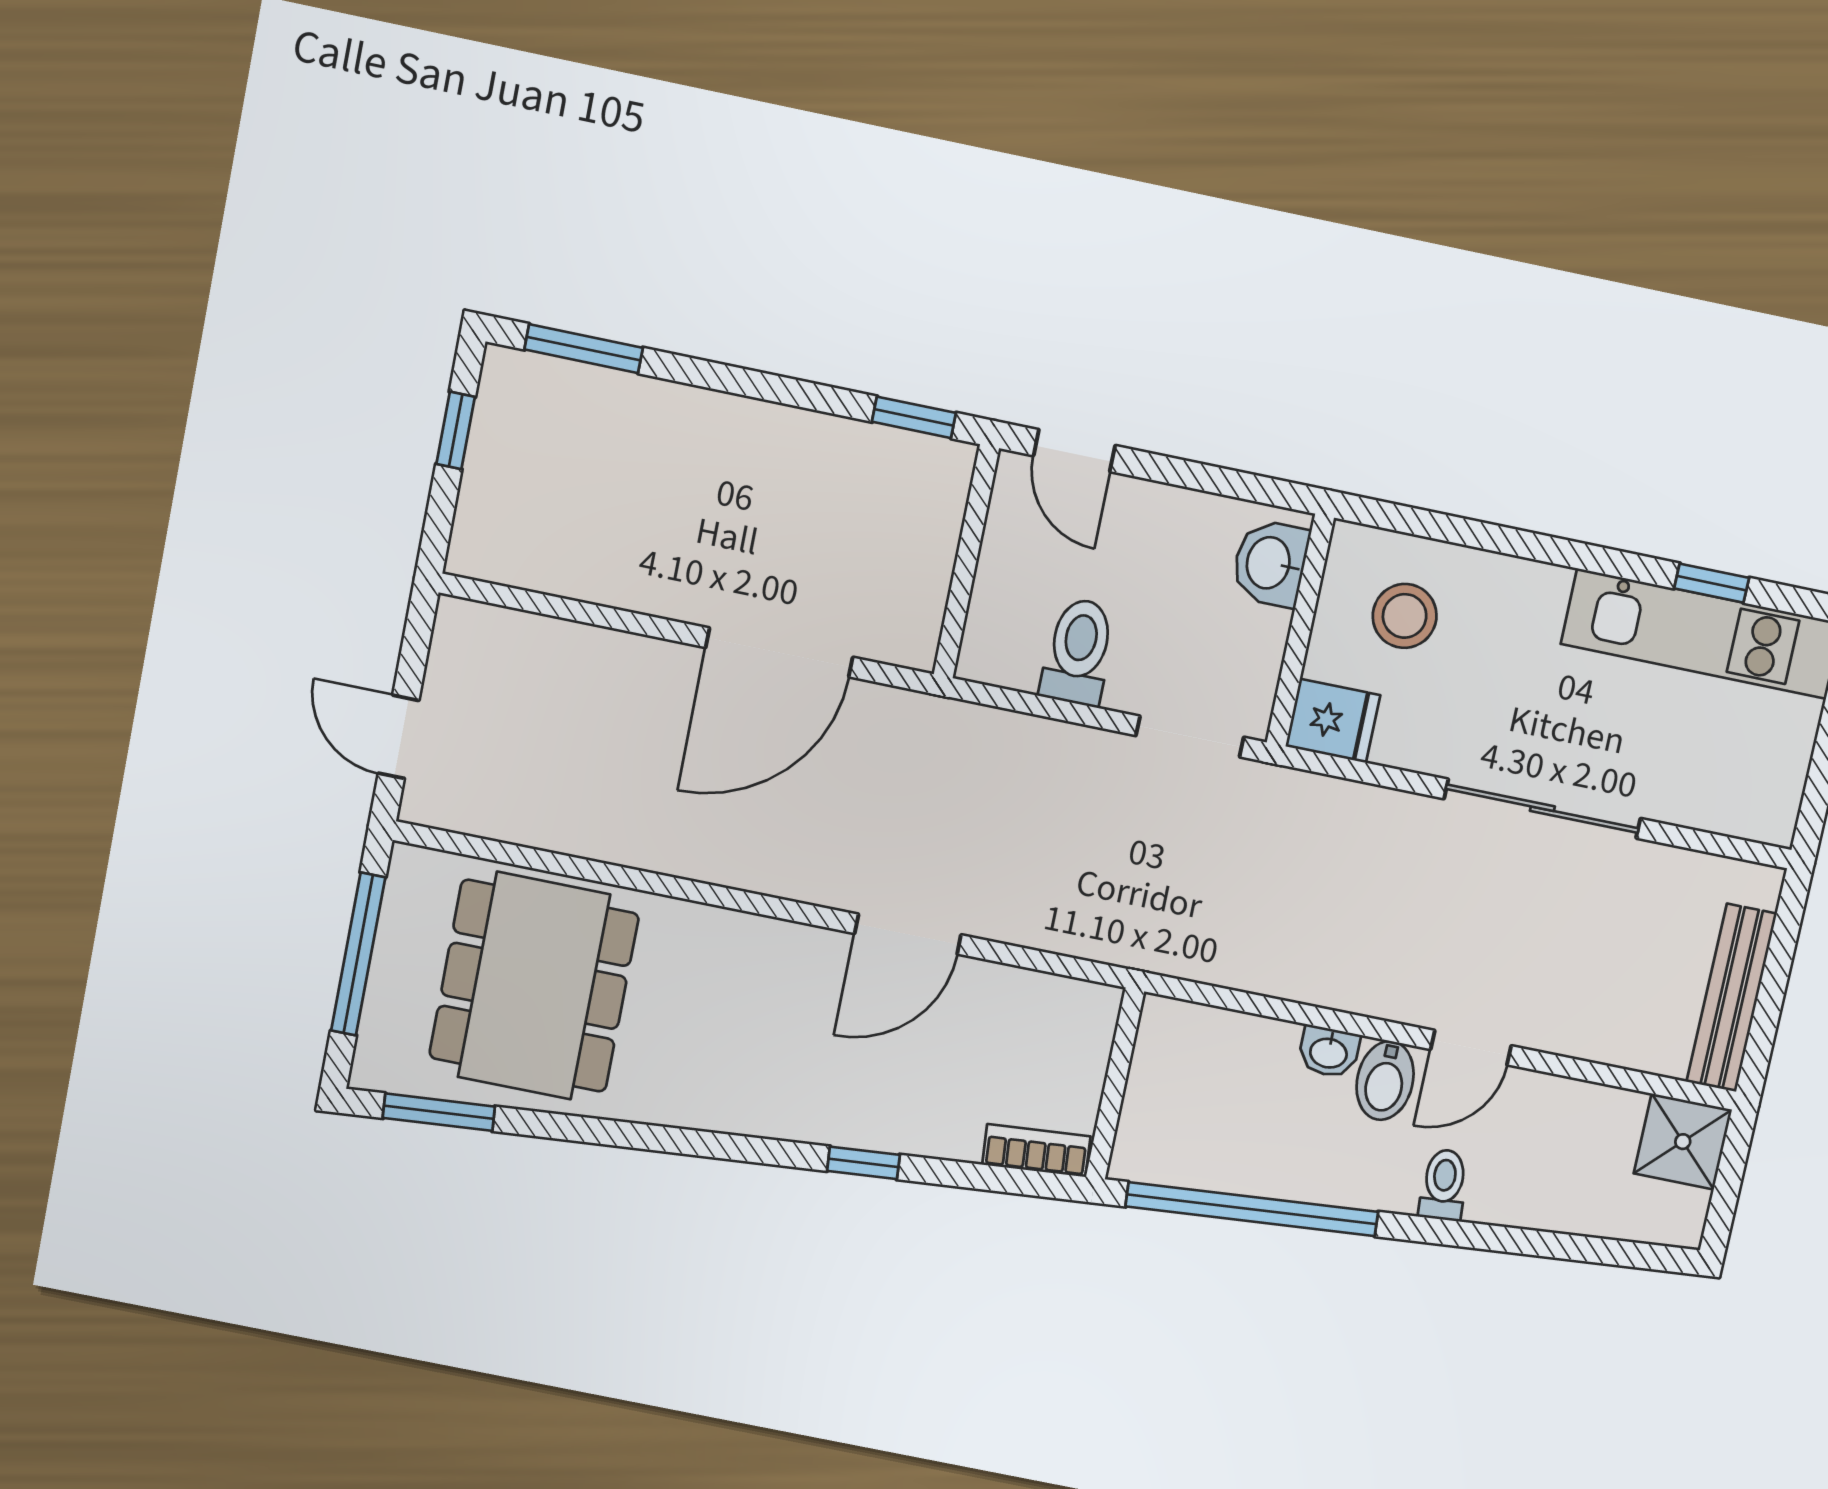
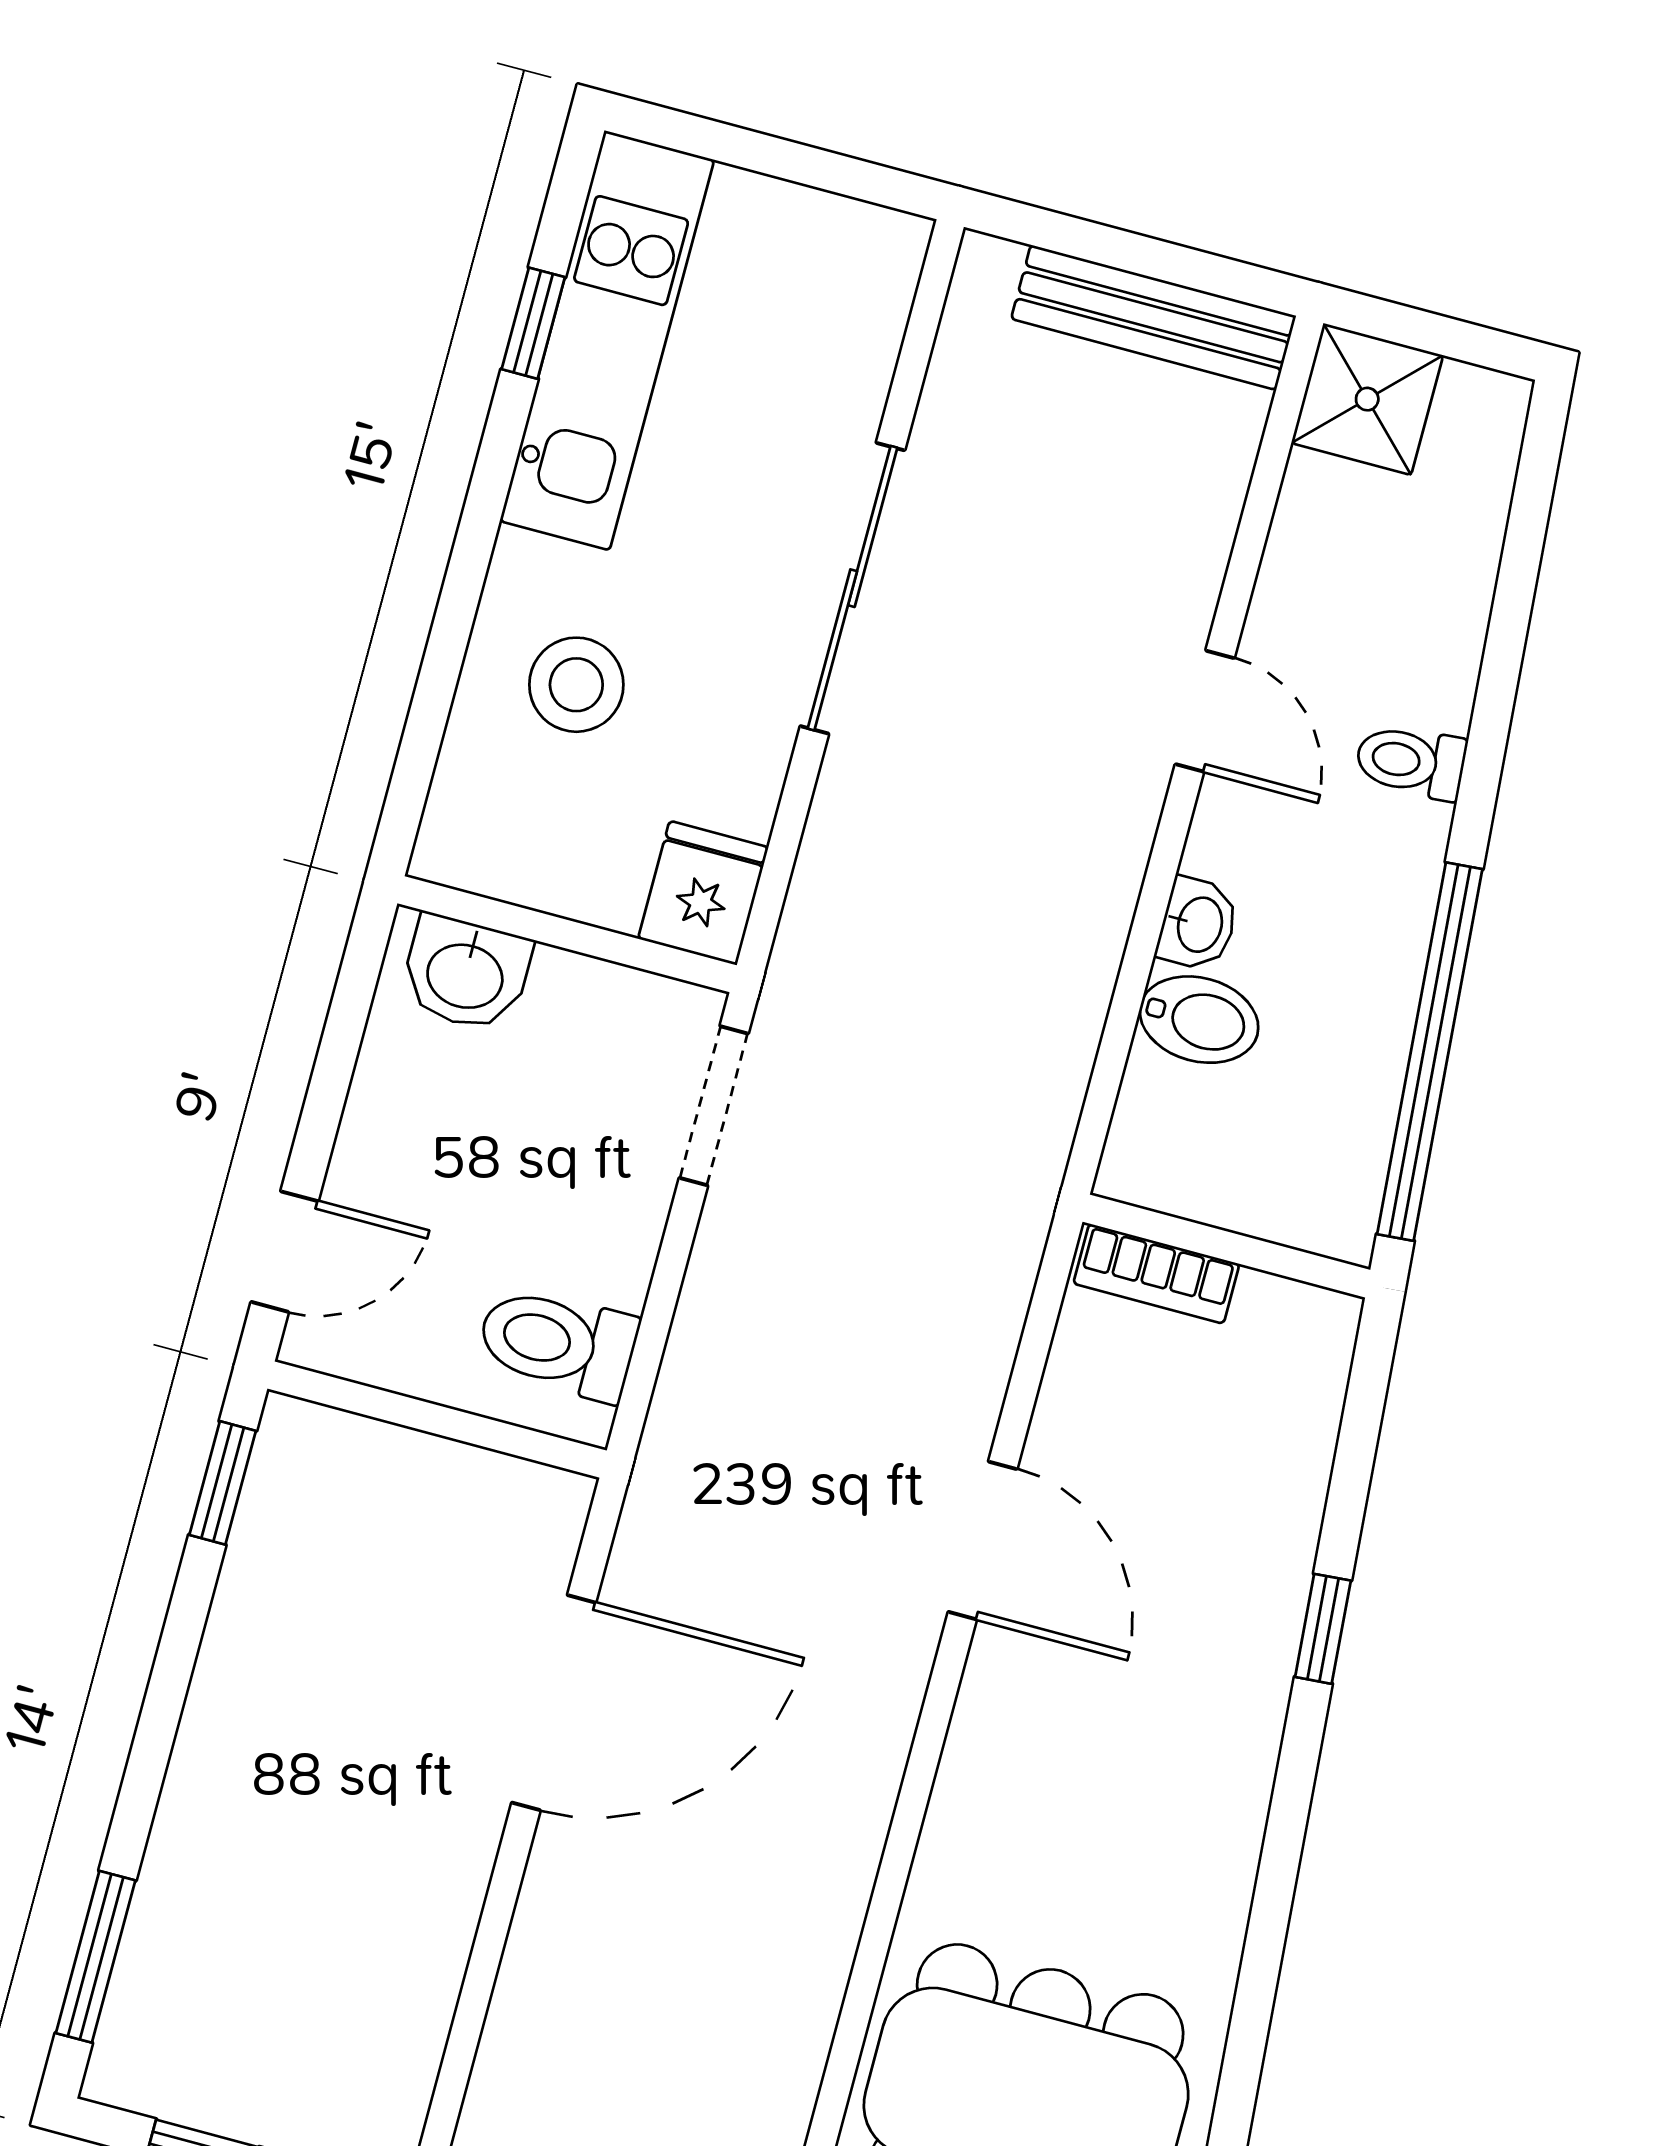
stool: (1405, 616) -> (576, 685), moved
door: (779, 652) -> (554, 1703), hinge flipped
toilet: (1078, 652) -> (557, 1343), moved
bidet: (1385, 1080) -> (1199, 1020), moved
bookcase: (1036, 1151) -> (1156, 1274), moved, turned -85

